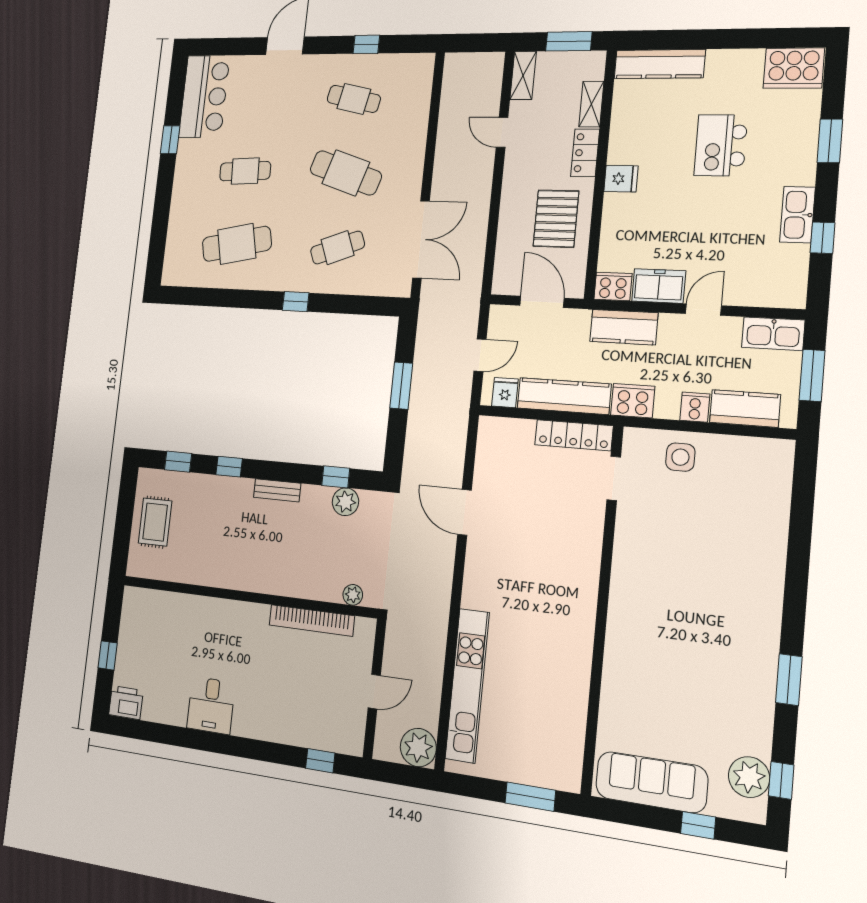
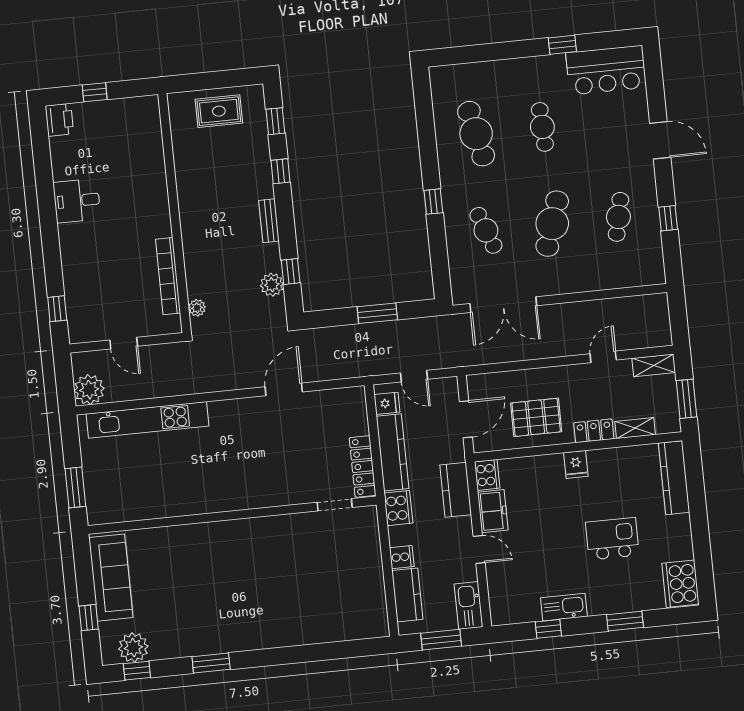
side table: (680, 457) -> (361, 553), removed

